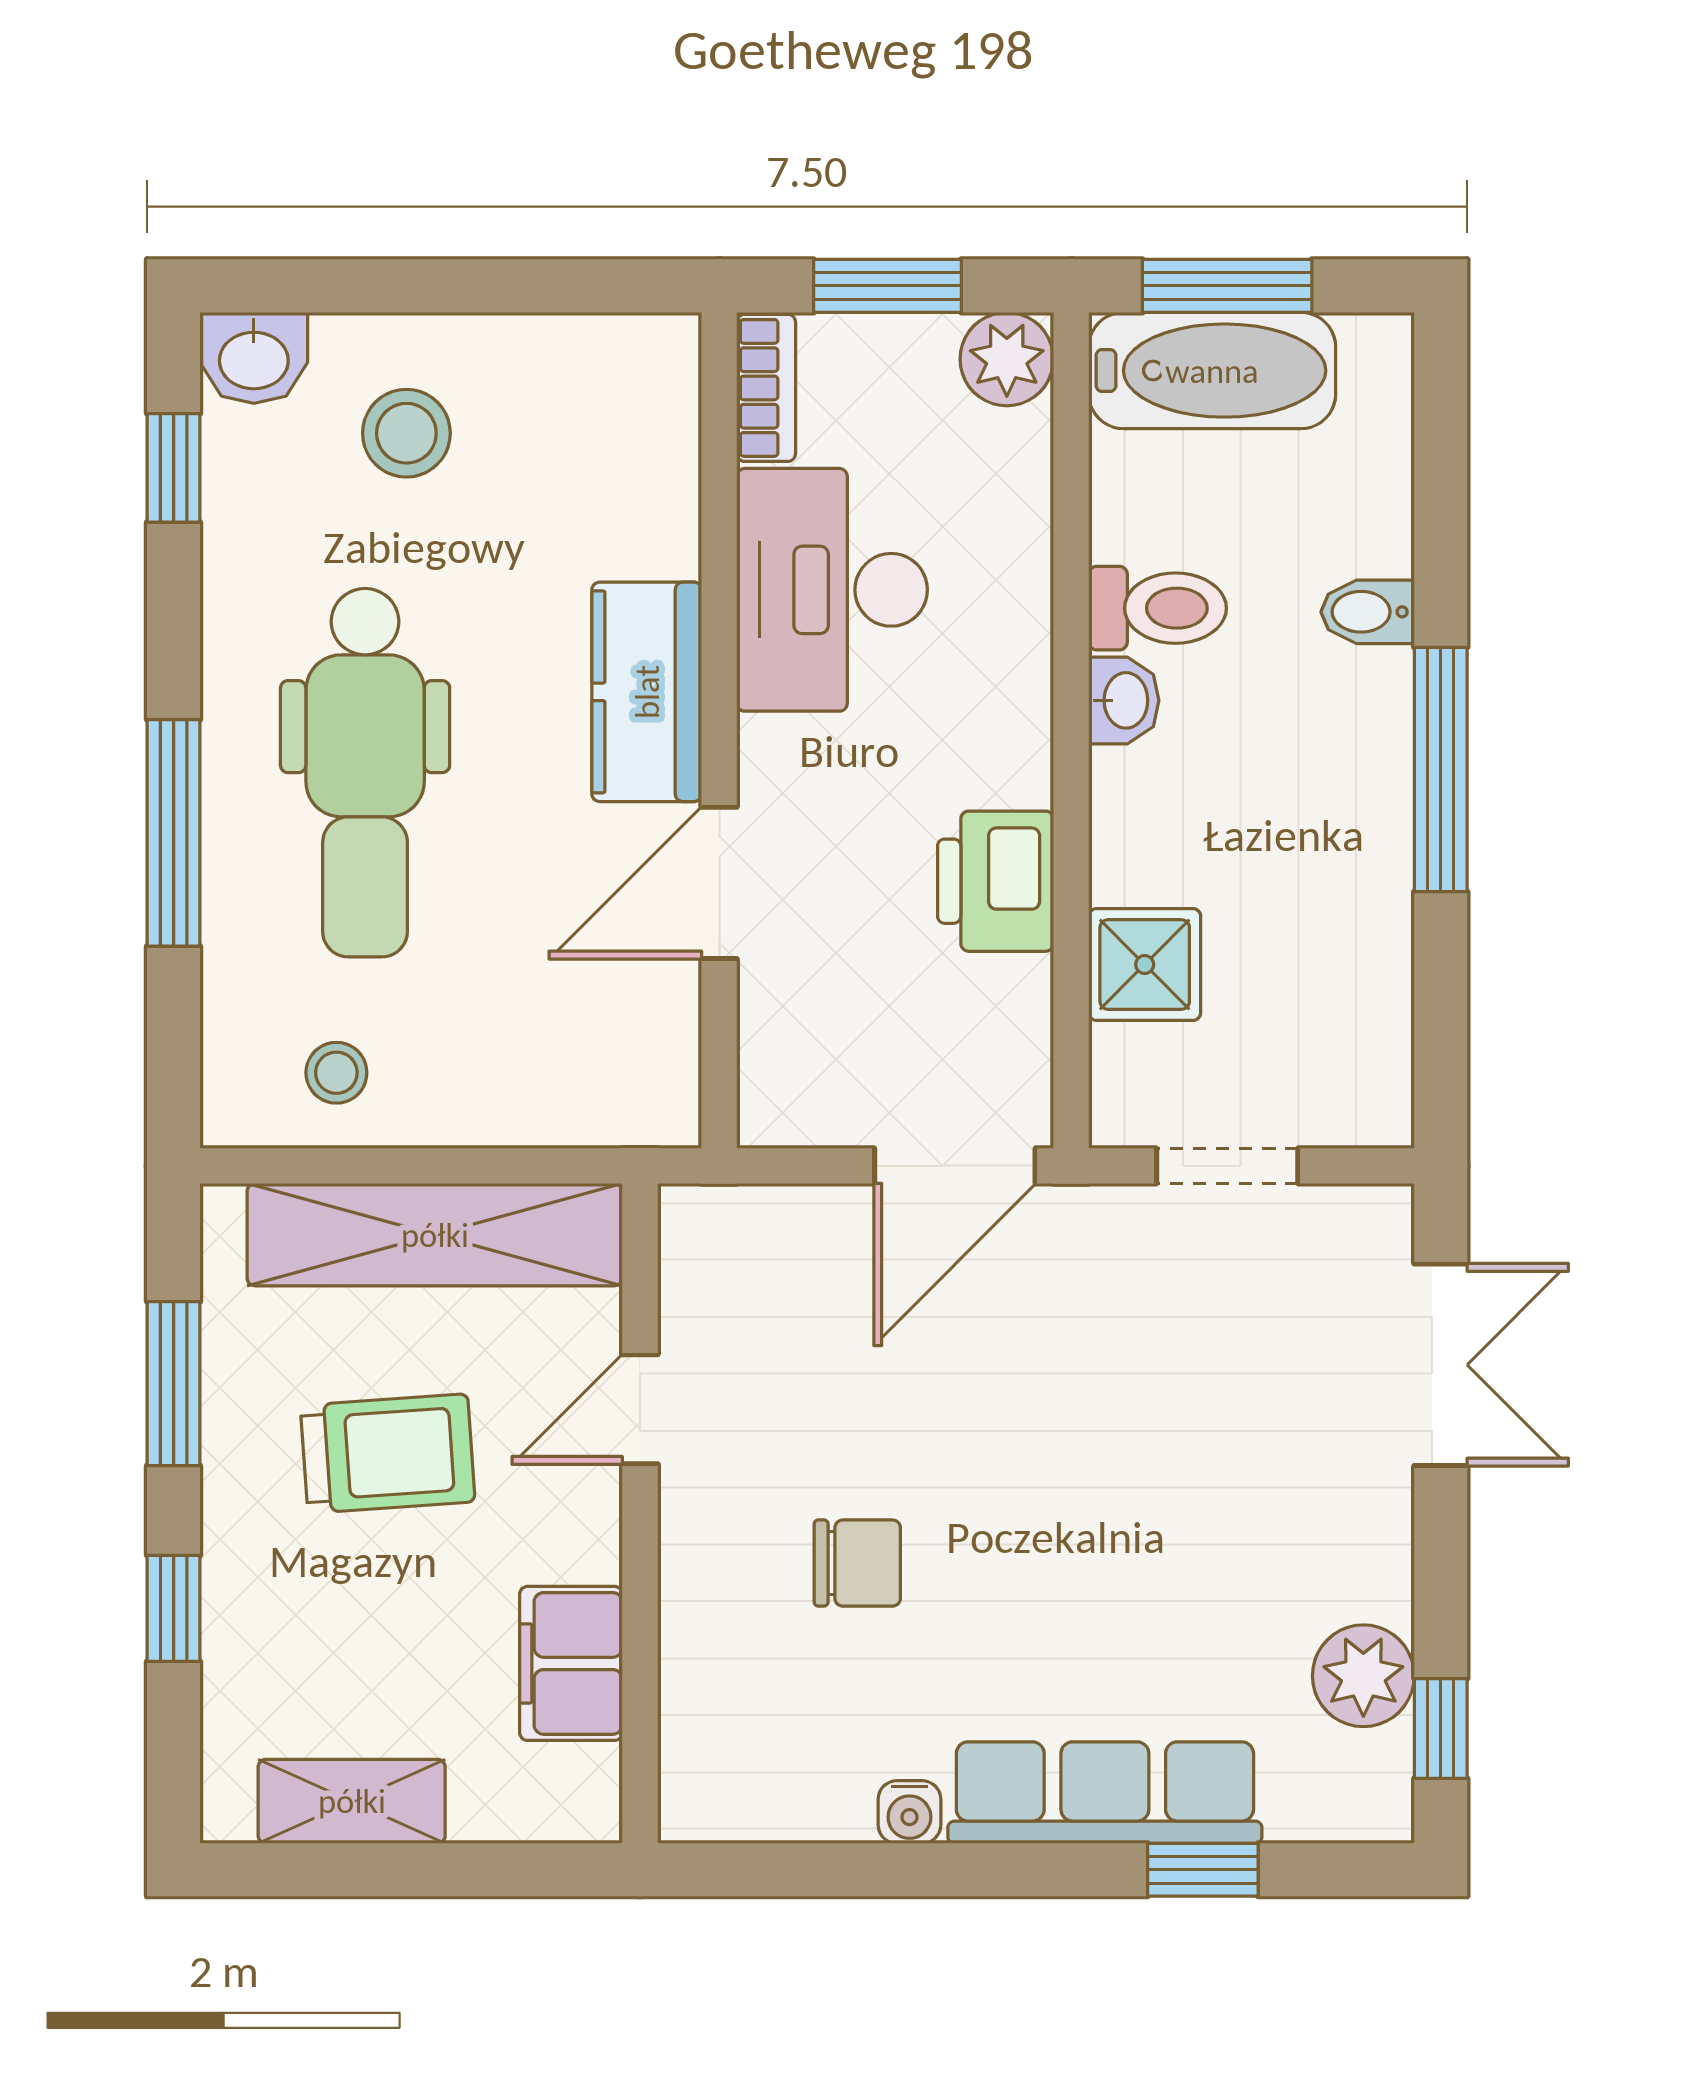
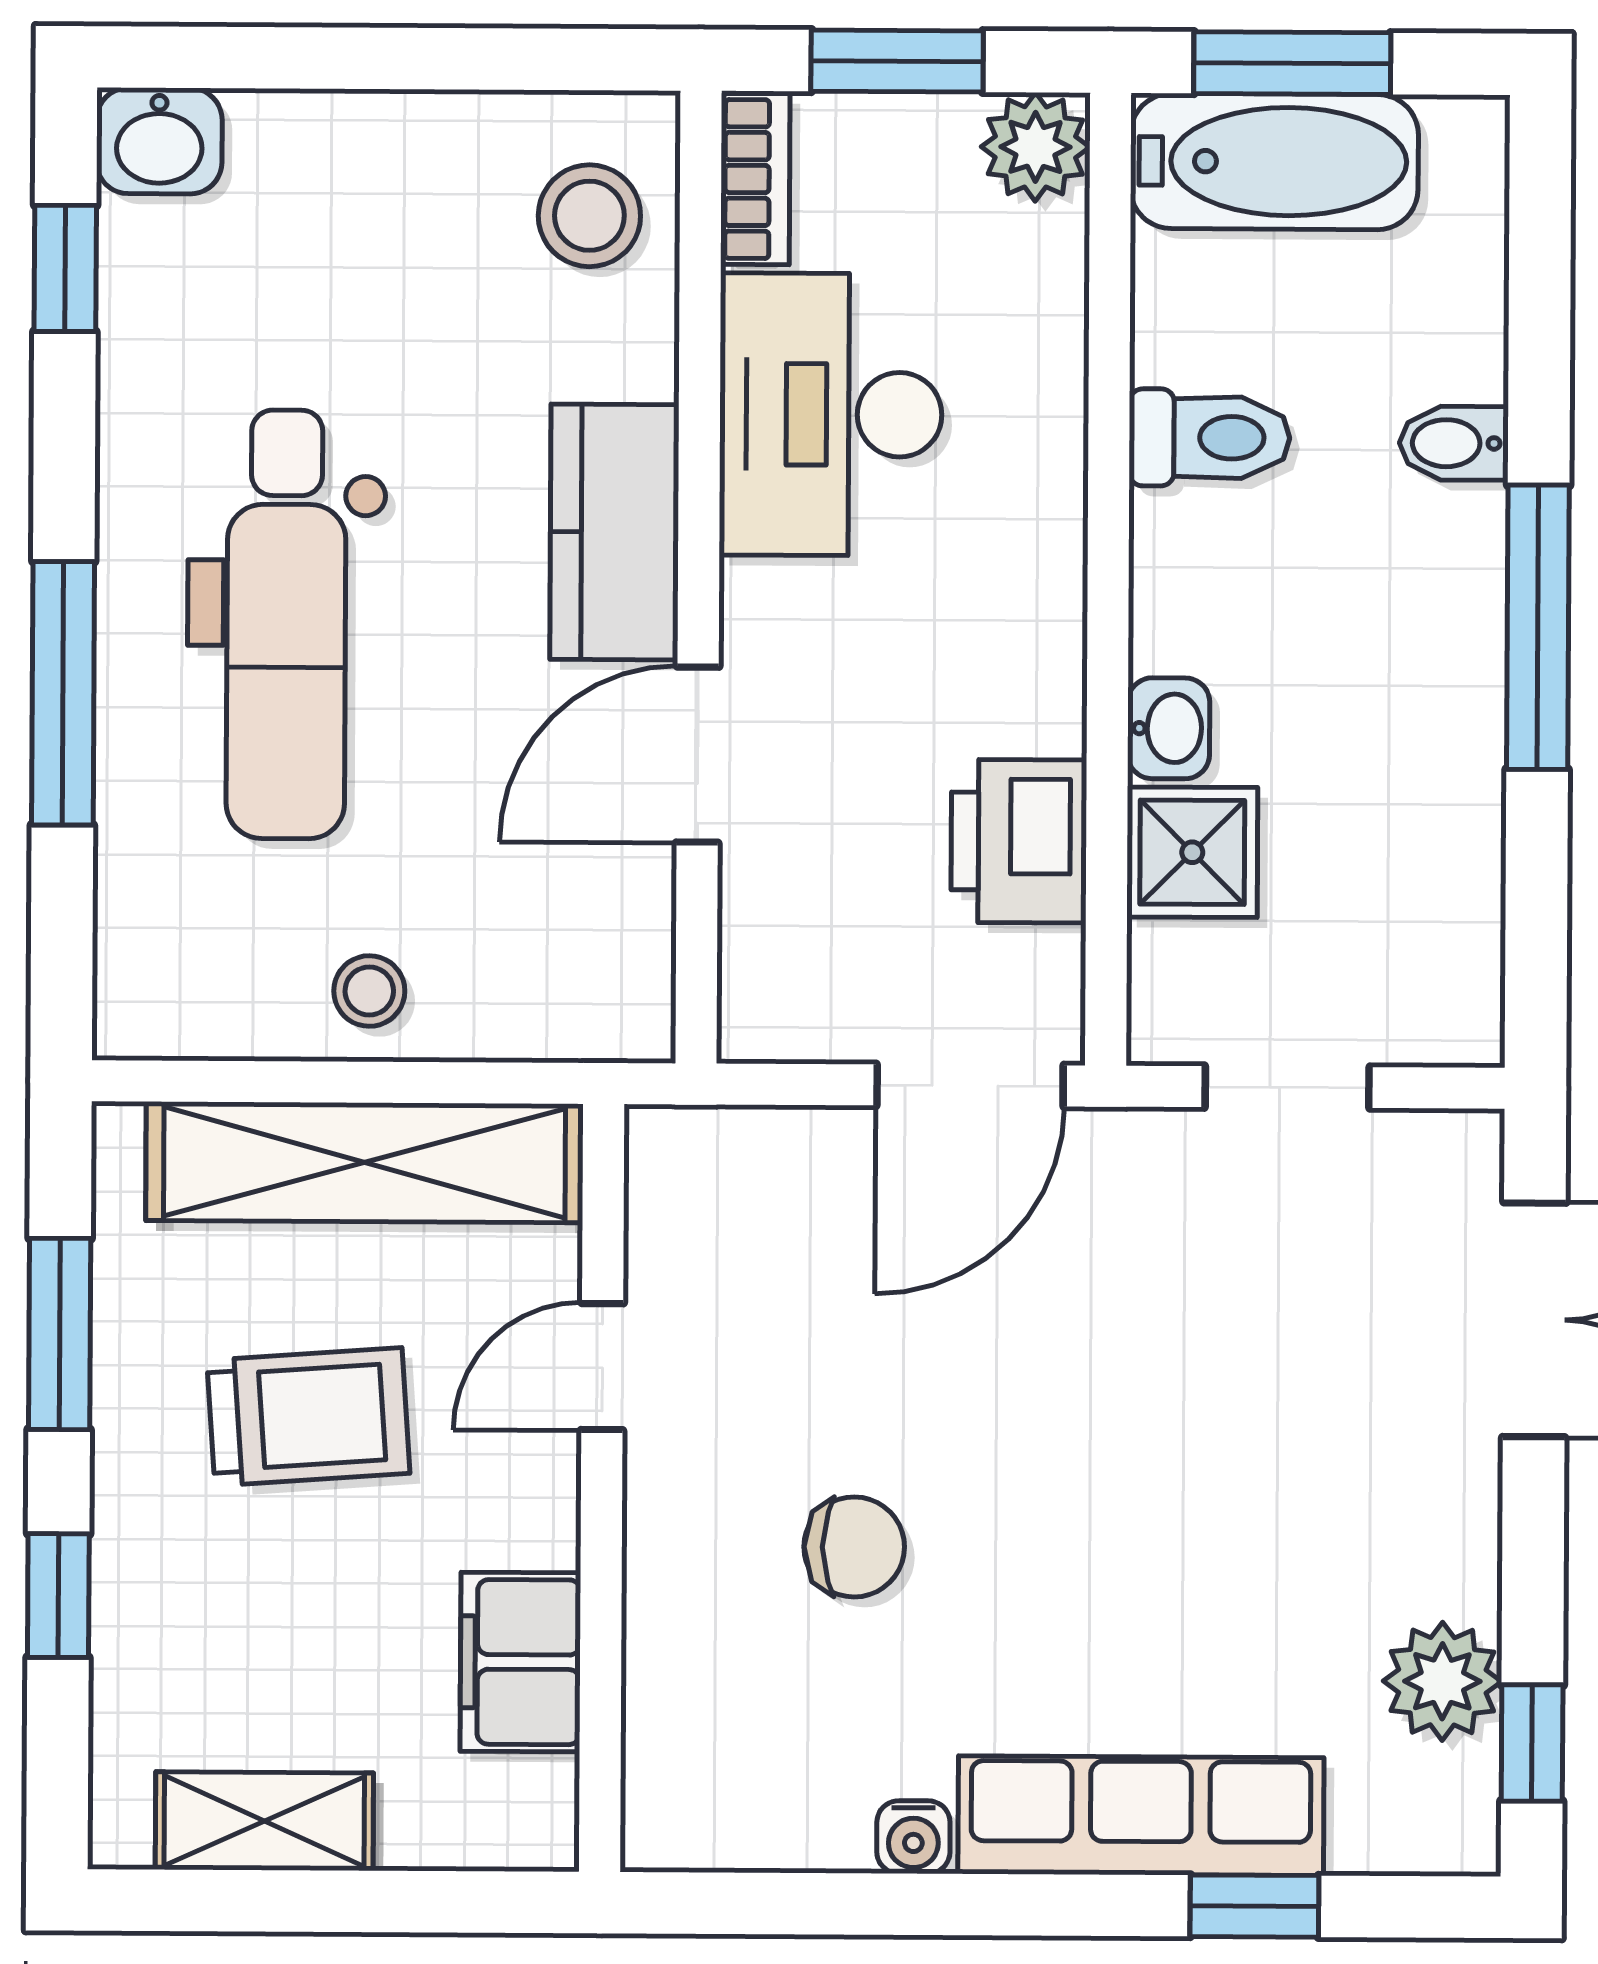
stool: (406, 433) -> (589, 216), moved
washbasin: (1124, 700) -> (1169, 728), moved
printer: (996, 881) -> (1019, 841), moved
stool: (336, 1073) -> (369, 991), moved

